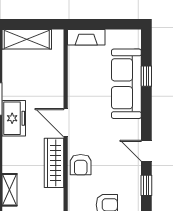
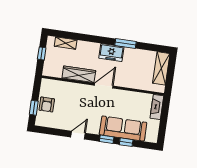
armchair: (81, 165) -> (75, 91), removed
window: (146, 185) -> (107, 139), moved

